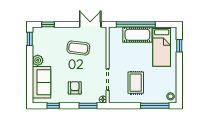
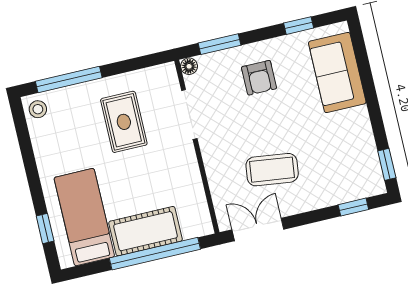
double door: (90, 24) -> (258, 229), swing flipped
plant: (38, 60) -> (358, 120), removed

